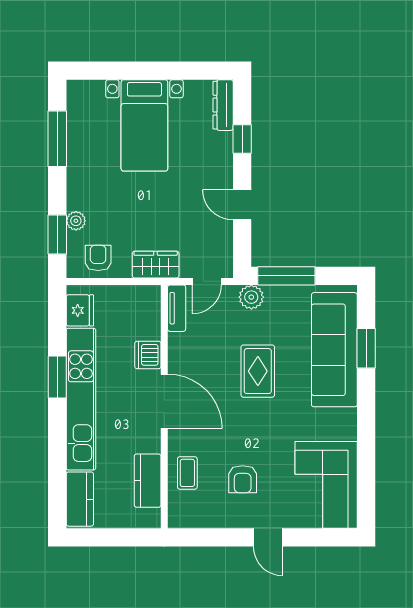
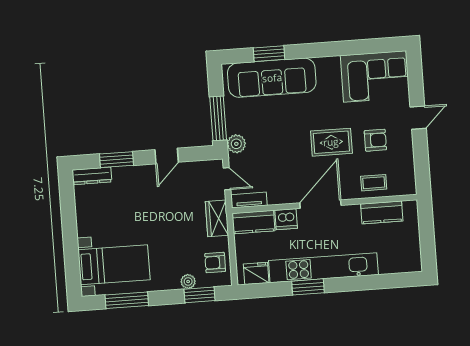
bed with nightstands: (144, 125) -> (114, 265), moved
window: (242, 139) -> (117, 160), width x1.50
rug: (258, 371) -> (331, 142), moved
kitchen counter: (80, 499) -> (254, 222), moved, turned 180

